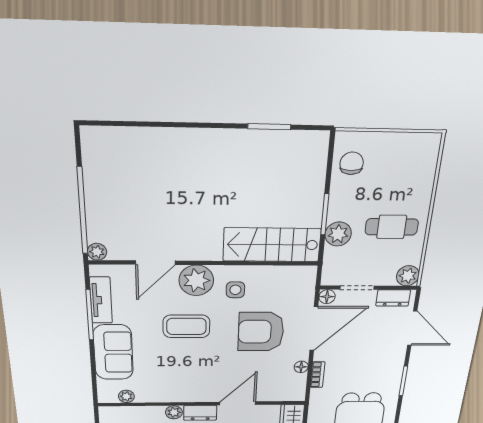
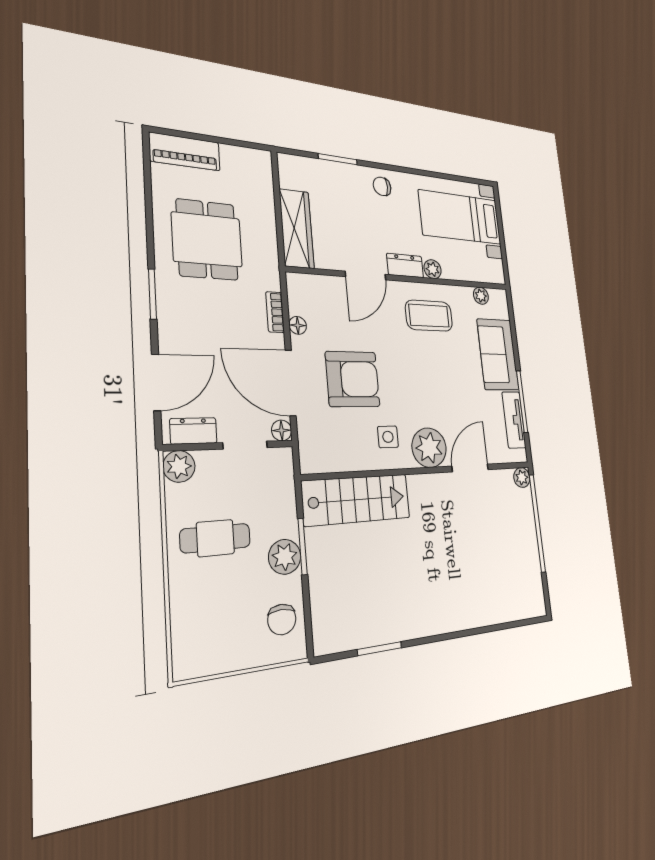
plant: (338, 234) -> (285, 557), moved
coffee table: (186, 326) -> (429, 316), moved
door: (412, 328) -> (156, 382), swing flipped
door: (314, 329) -> (291, 383), hinge flipped

